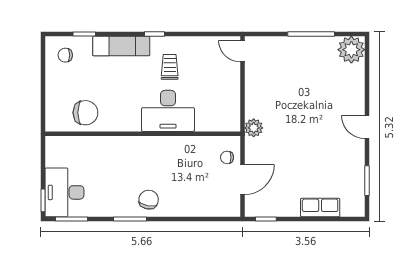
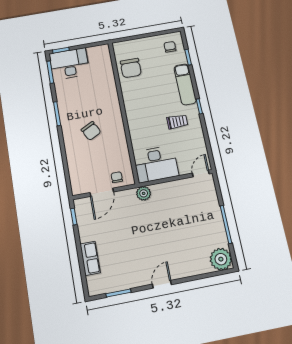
desk: (168, 111) -> (156, 164), moved, turned -90
door: (242, 180) -> (102, 192), hinge flipped
chair: (149, 200) -> (91, 131), moved, turned 51

